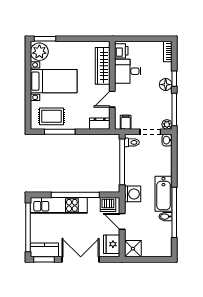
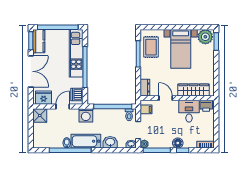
washbasin: (165, 165) -> (110, 142), added

